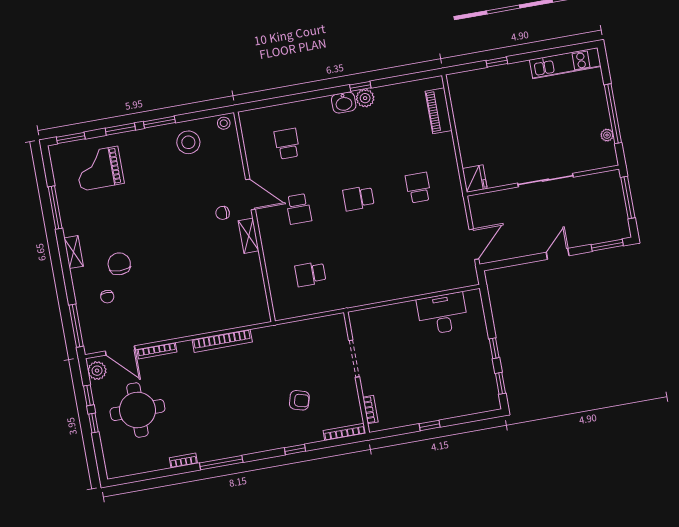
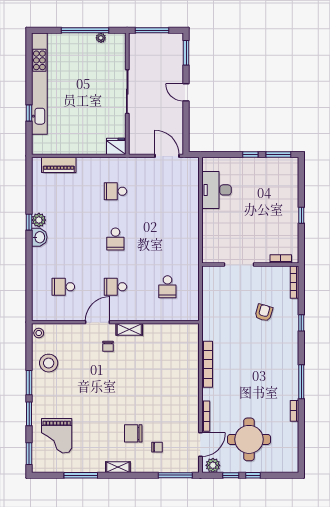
kitchen unit: (565, 63) -> (39, 84), width x1.86
school desk: (299, 209) -> (115, 287), turned 180
window: (500, 383) -> (278, 155), width x1.50

